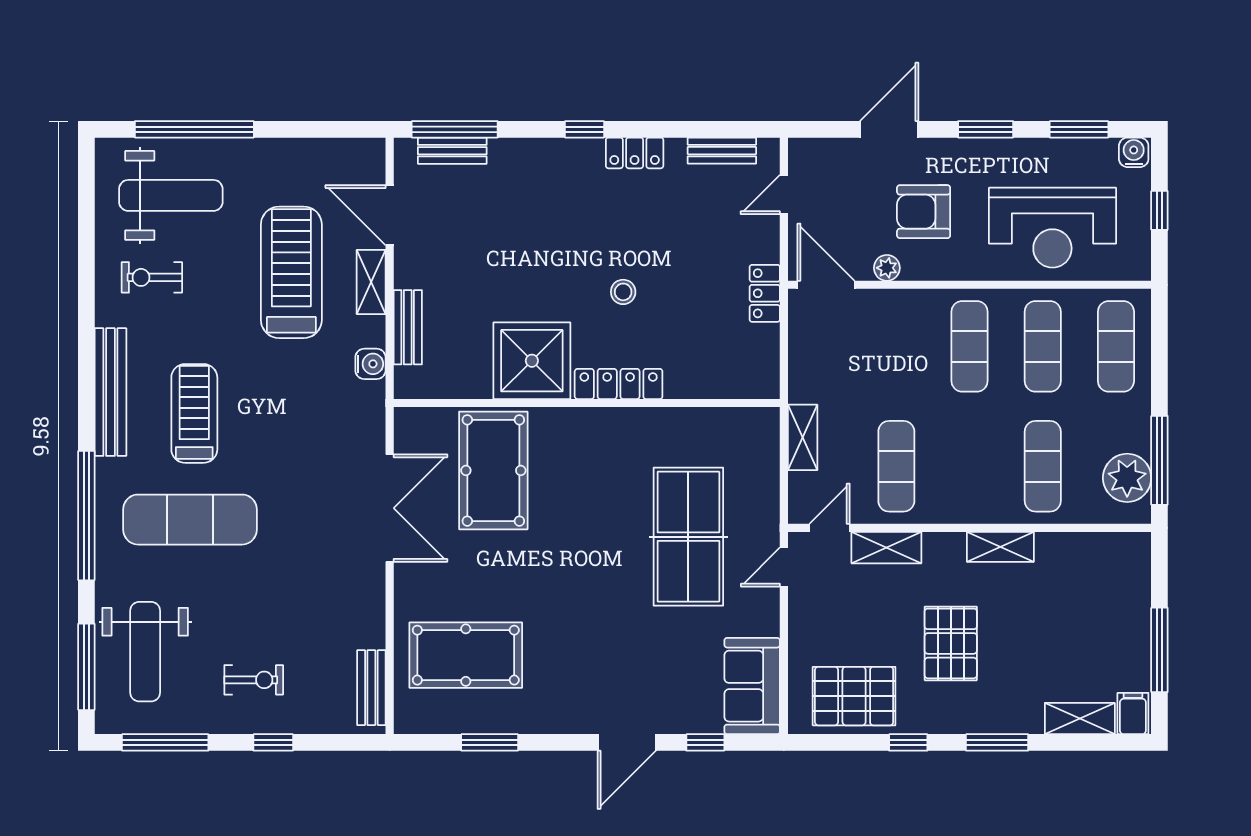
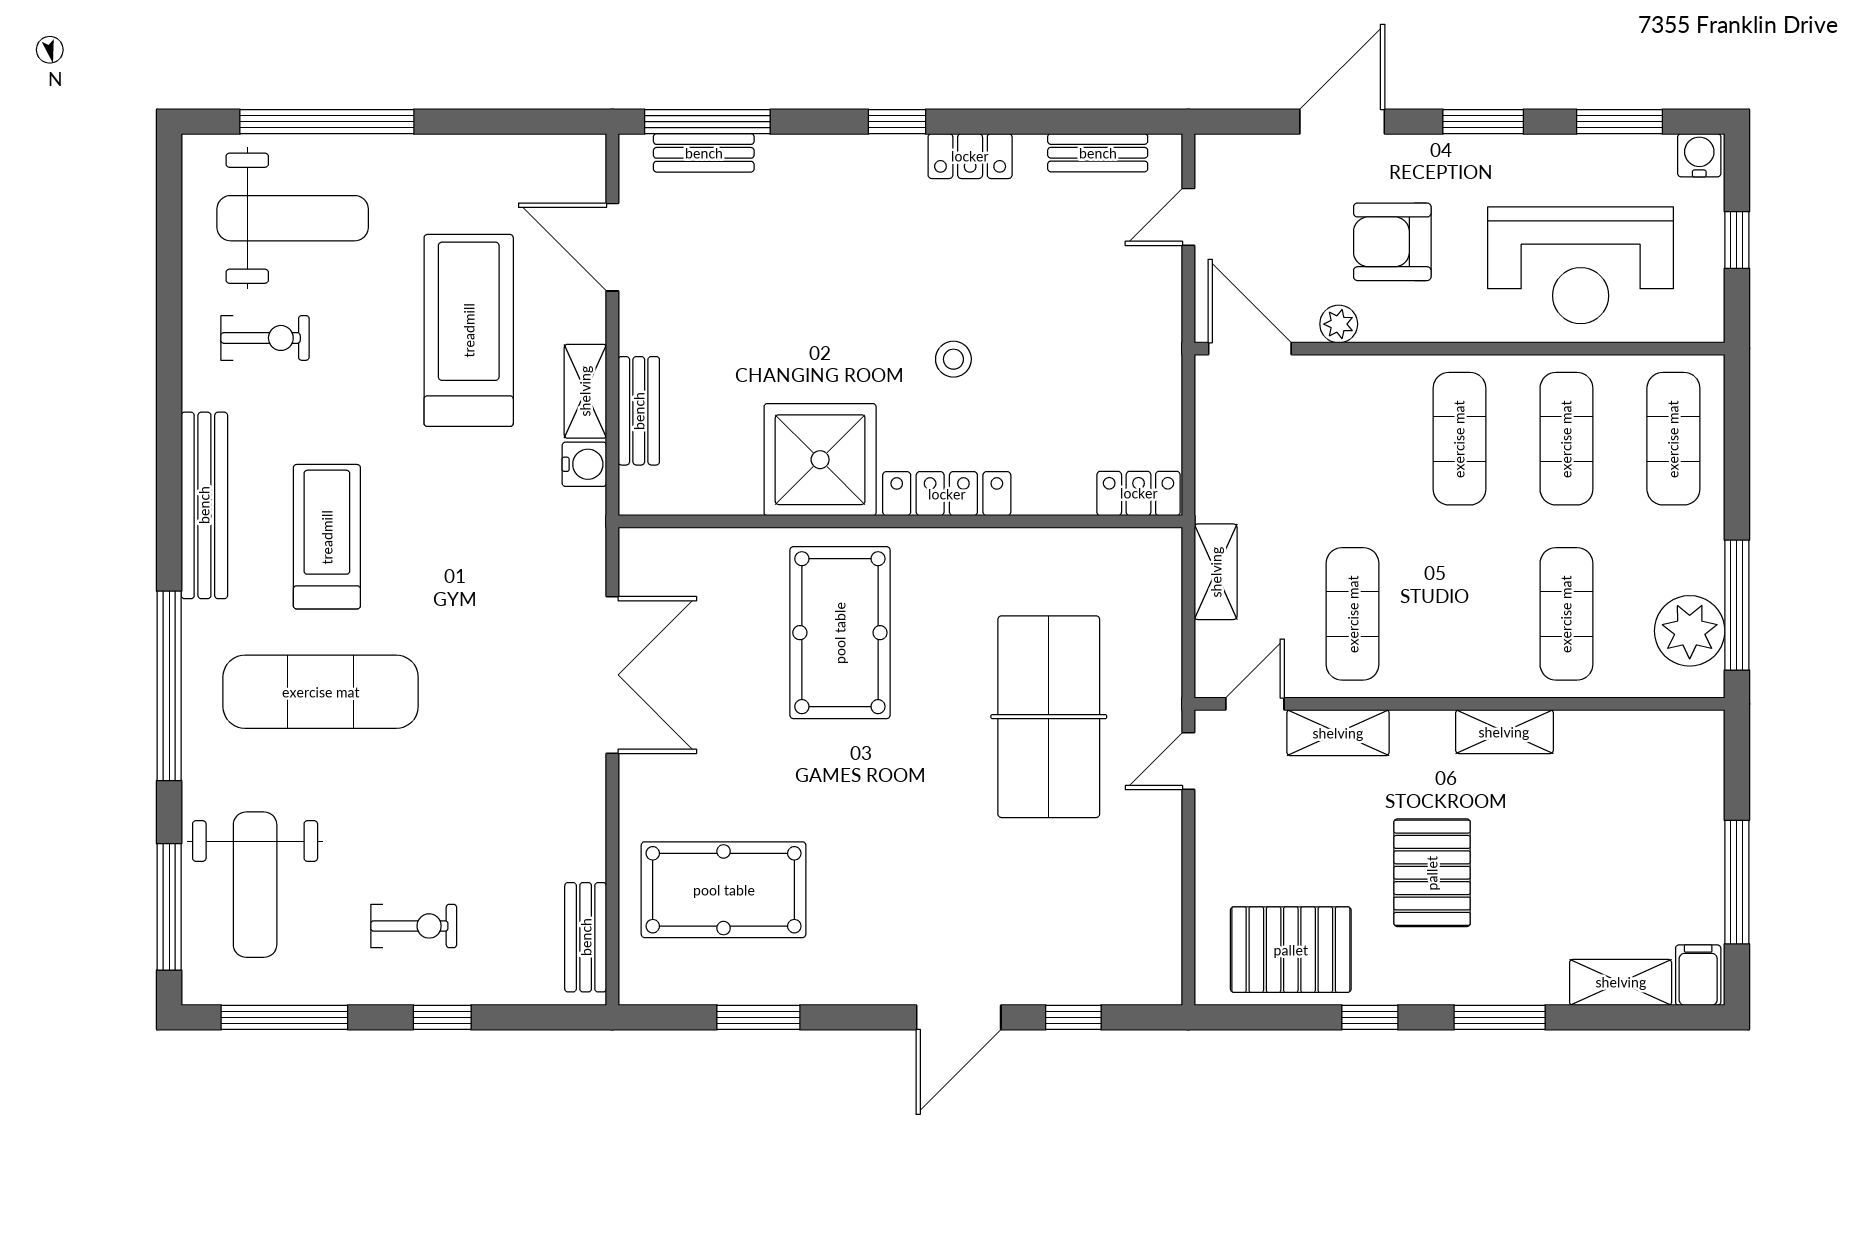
exercise bike: (152, 277) -> (265, 338), turned 180
shelving: (371, 282) -> (585, 391), moved
locker: (765, 293) -> (1139, 493), moved, turned 90
pool table: (493, 470) -> (840, 633), moved
sofa: (752, 686) -> (1142, 935), removed

